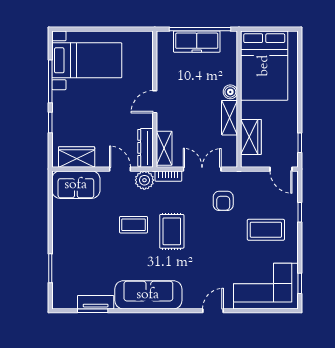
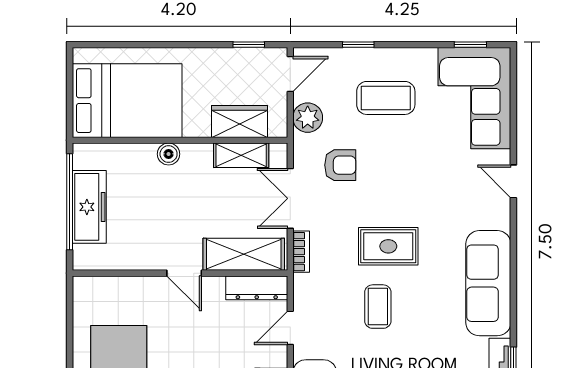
shelving: (230, 118) -> (241, 155), moved
shelving: (164, 148) -> (244, 254), width x1.50, depth x1.33
plant: (144, 180) -> (308, 118), moved
coffee table: (266, 230) -> (386, 98), turned 90

